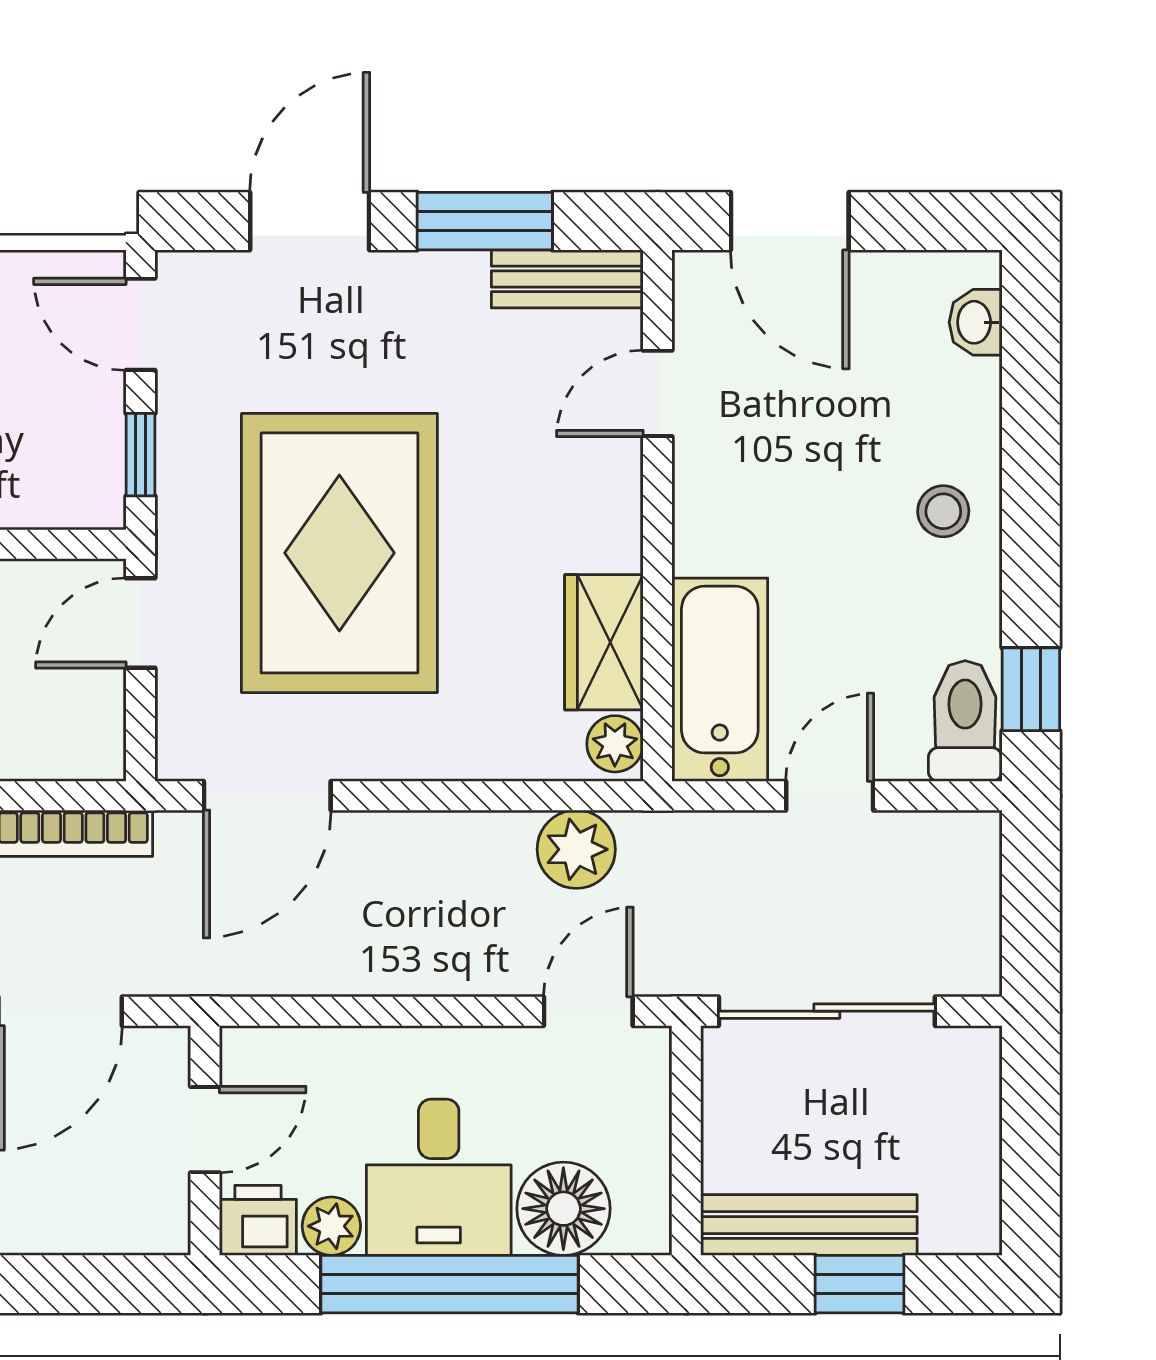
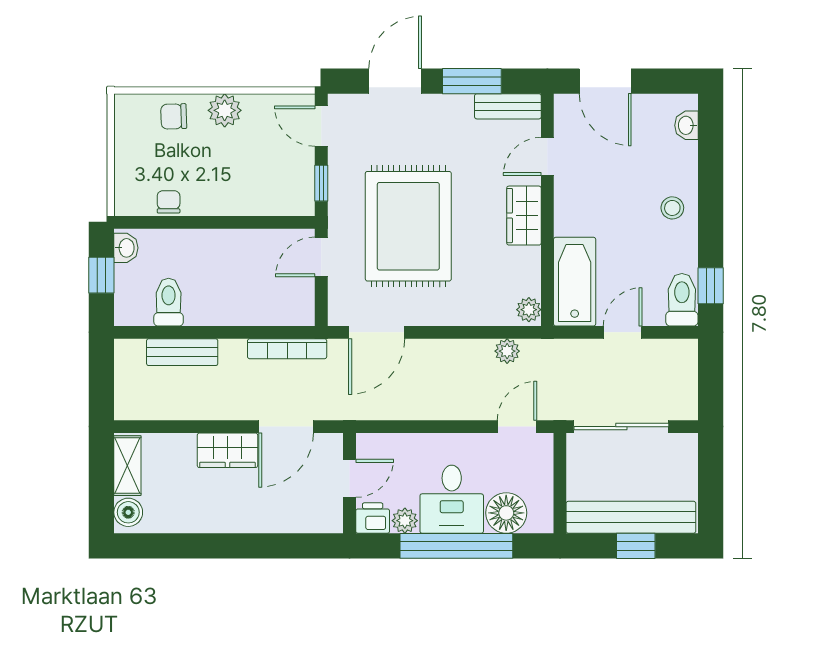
wardrobe: (604, 642) -> (524, 216), moved
plant: (576, 849) -> (507, 351), width x0.73, depth x0.73
bench: (809, 1225) -> (631, 517), width x1.37, depth x1.21

